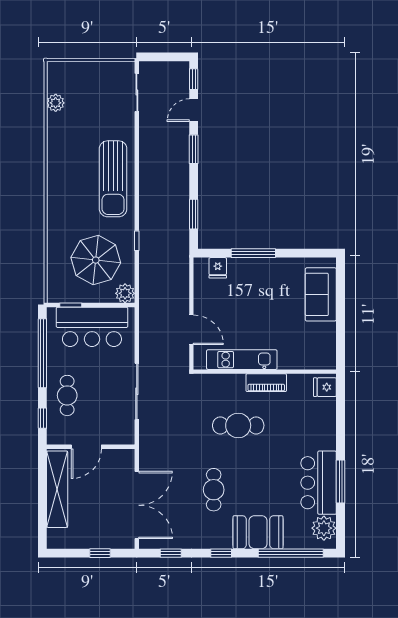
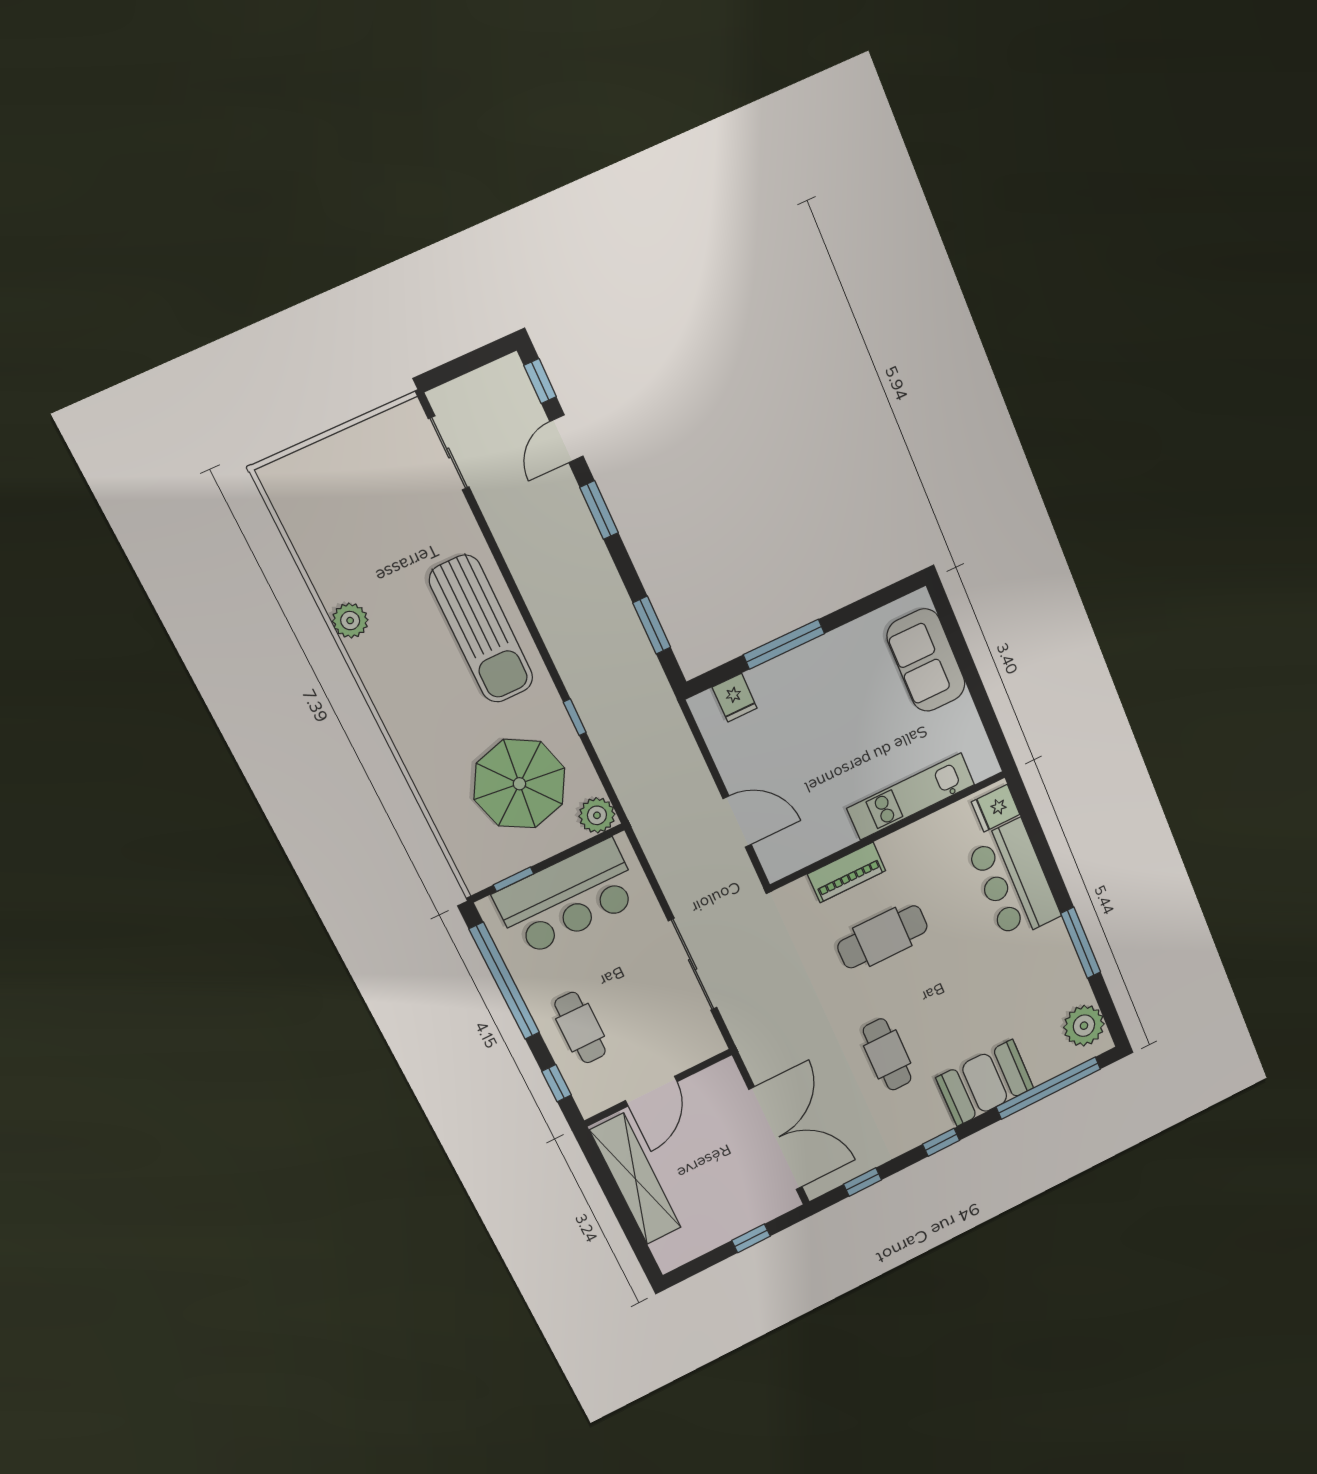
plant: (56, 103) -> (350, 621), moved
kitchen unit: (242, 360) -> (911, 796), moved
piano: (266, 383) -> (847, 872), moved
bar counter: (319, 483) -> (1013, 880), moved

